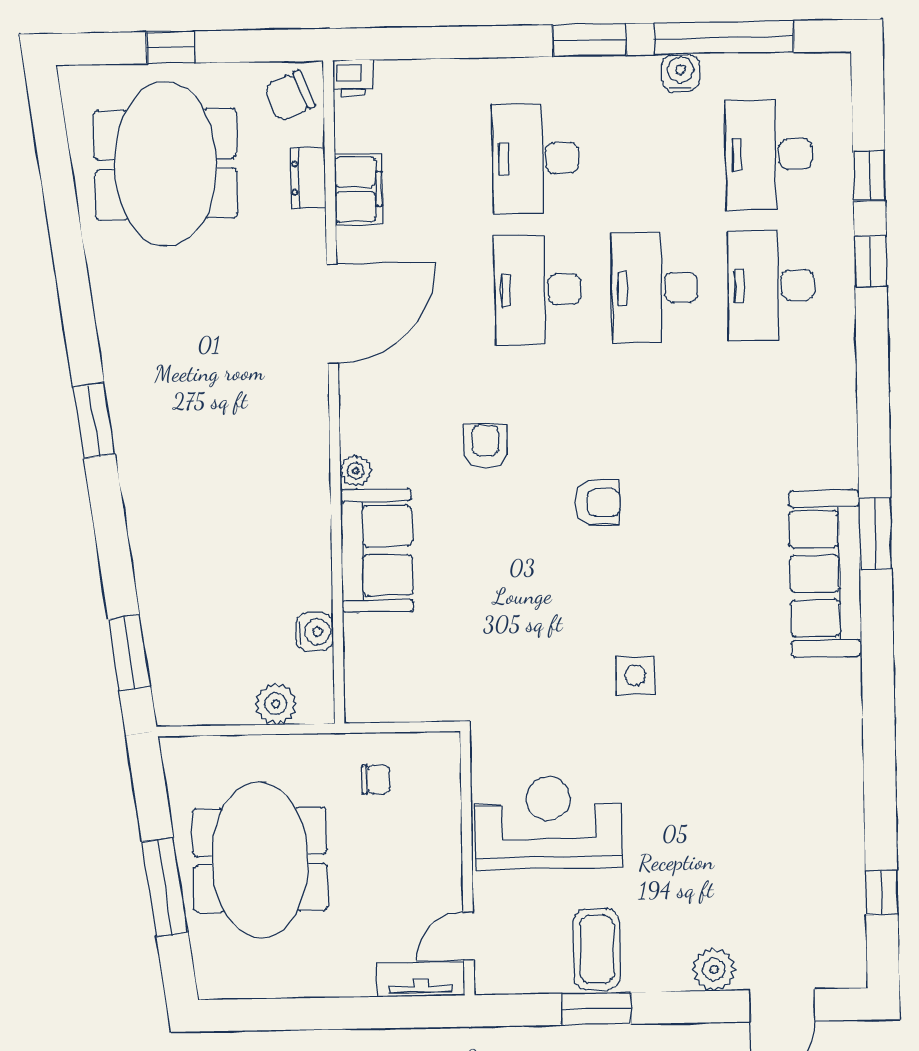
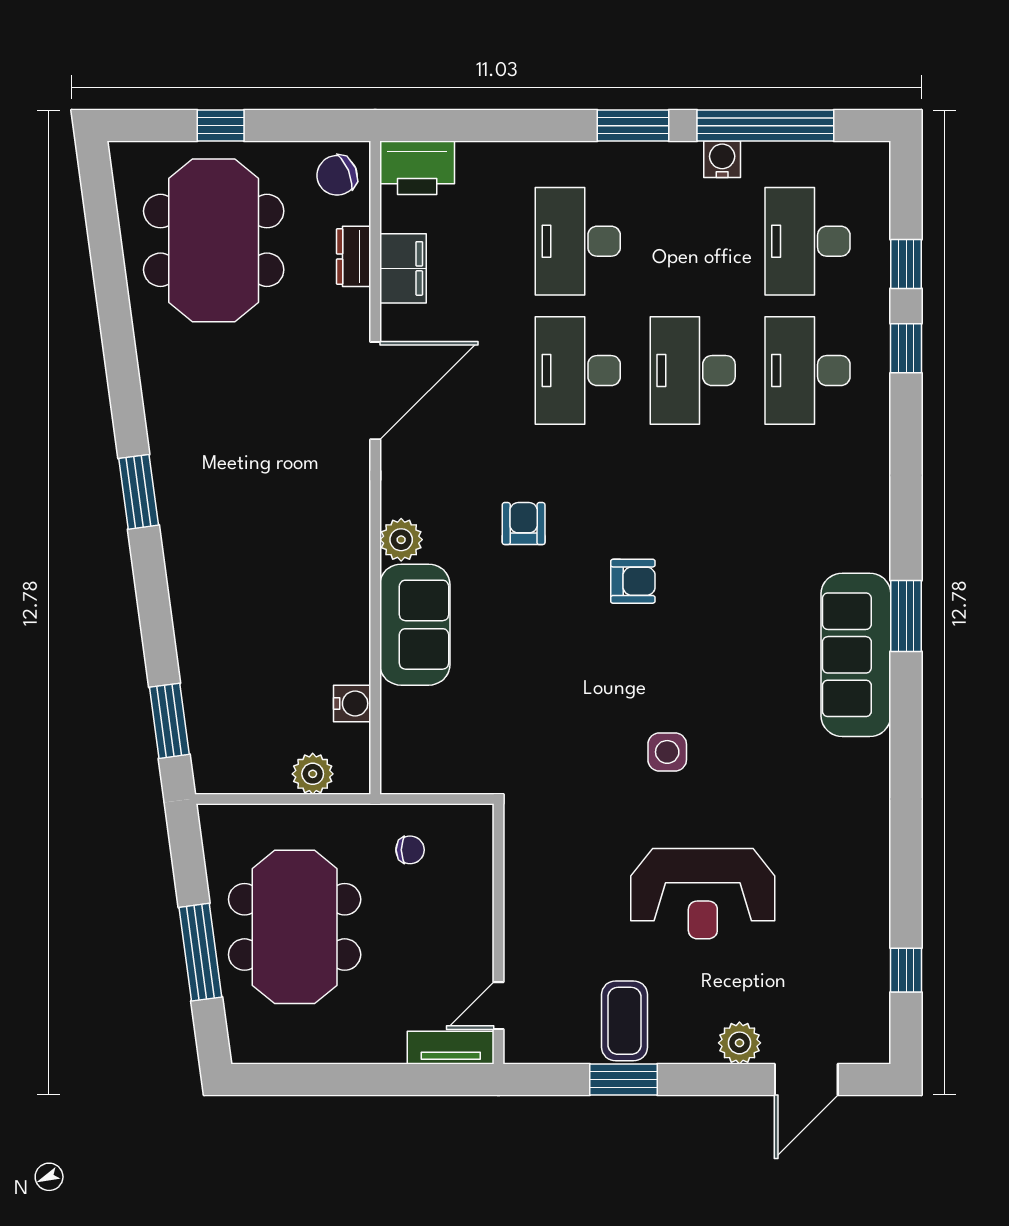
printer: (353, 78) -> (417, 168), width x1.87, depth x1.48
plant: (356, 471) -> (401, 540), width x1.38, depth x1.38
reception desk: (548, 822) -> (703, 894), moved, turned 180

